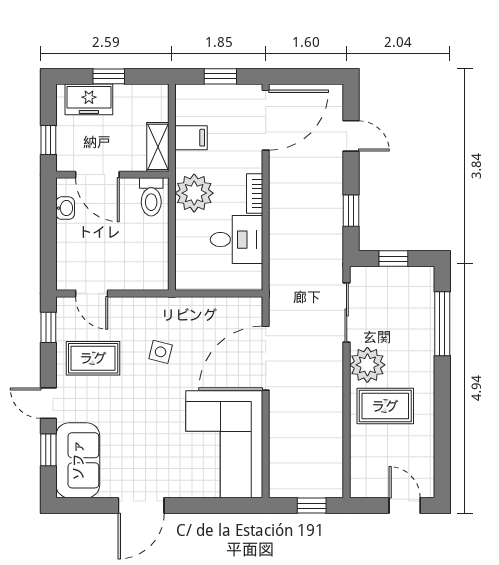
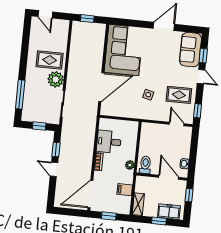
door: (351, 136) -> (54, 169), moved
shelving: (158, 147) -> (138, 204), moved
plant: (194, 193) -> (130, 165), width x0.53, depth x0.53

